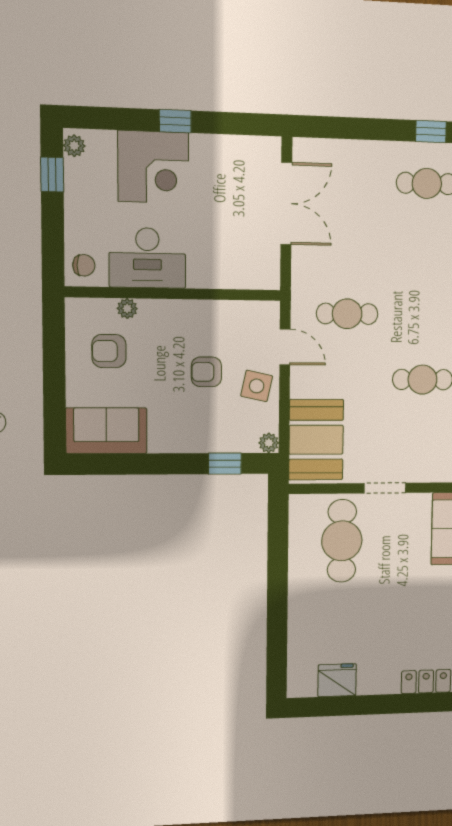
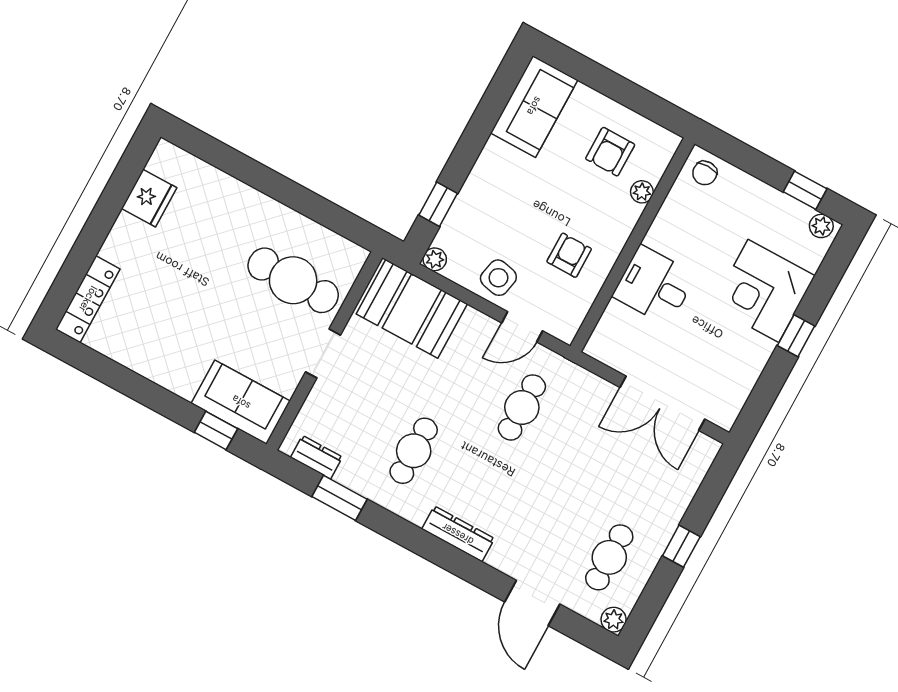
window: (431, 131) -> (681, 546), moved
desk: (147, 258) -> (654, 285), moved, width x0.73
armchair: (109, 351) -> (610, 152), turned 180
armchair: (206, 372) -> (569, 255), moved

